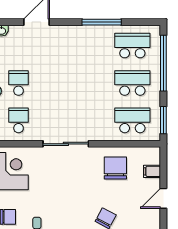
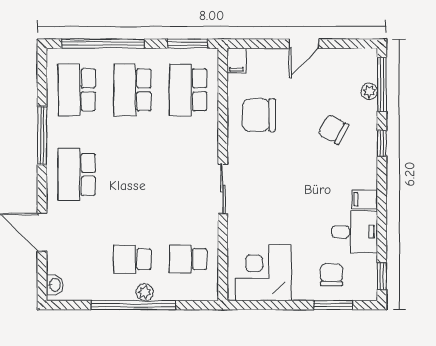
school desk: (75, 46) -> (77, 174), added
sliding door: (66, 144) -> (223, 189), width x0.73
filing cabinet: (152, 171) -> (237, 61), moved
door: (163, 198) -> (304, 44), hinge flipped

